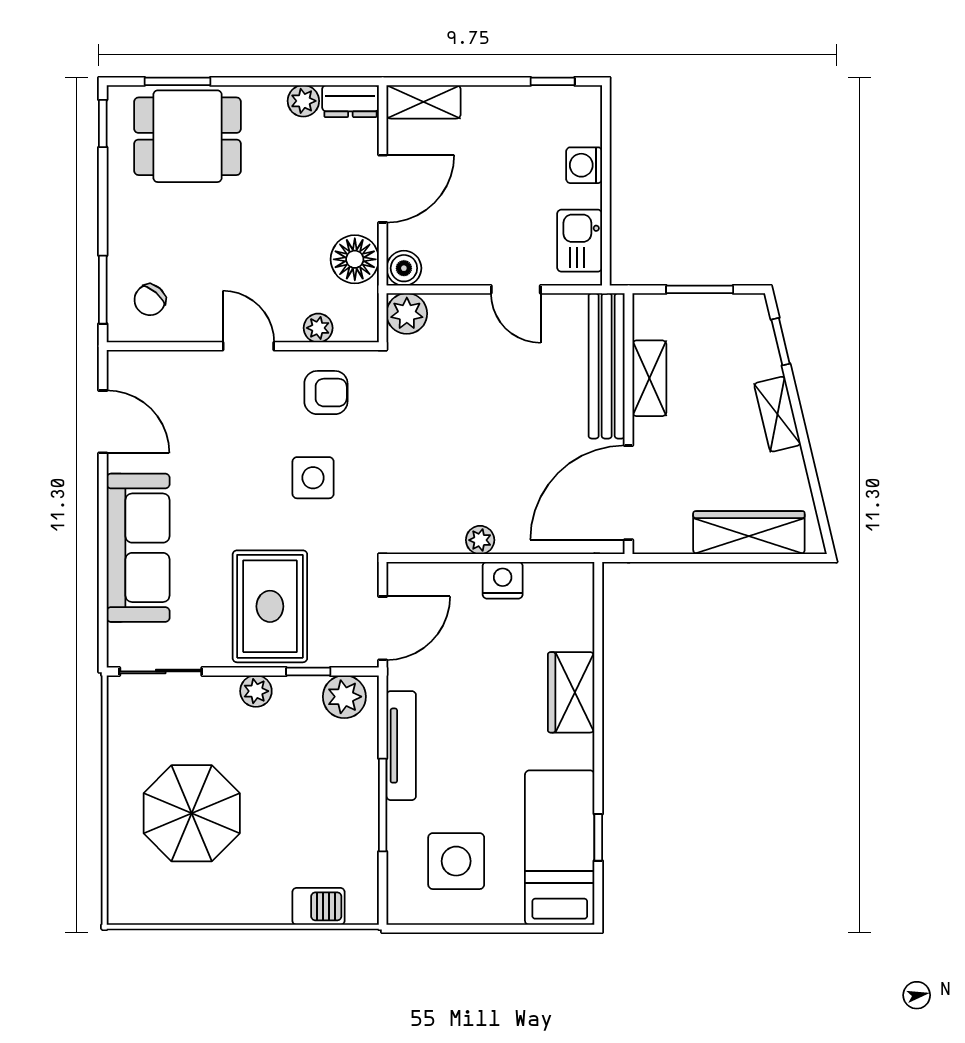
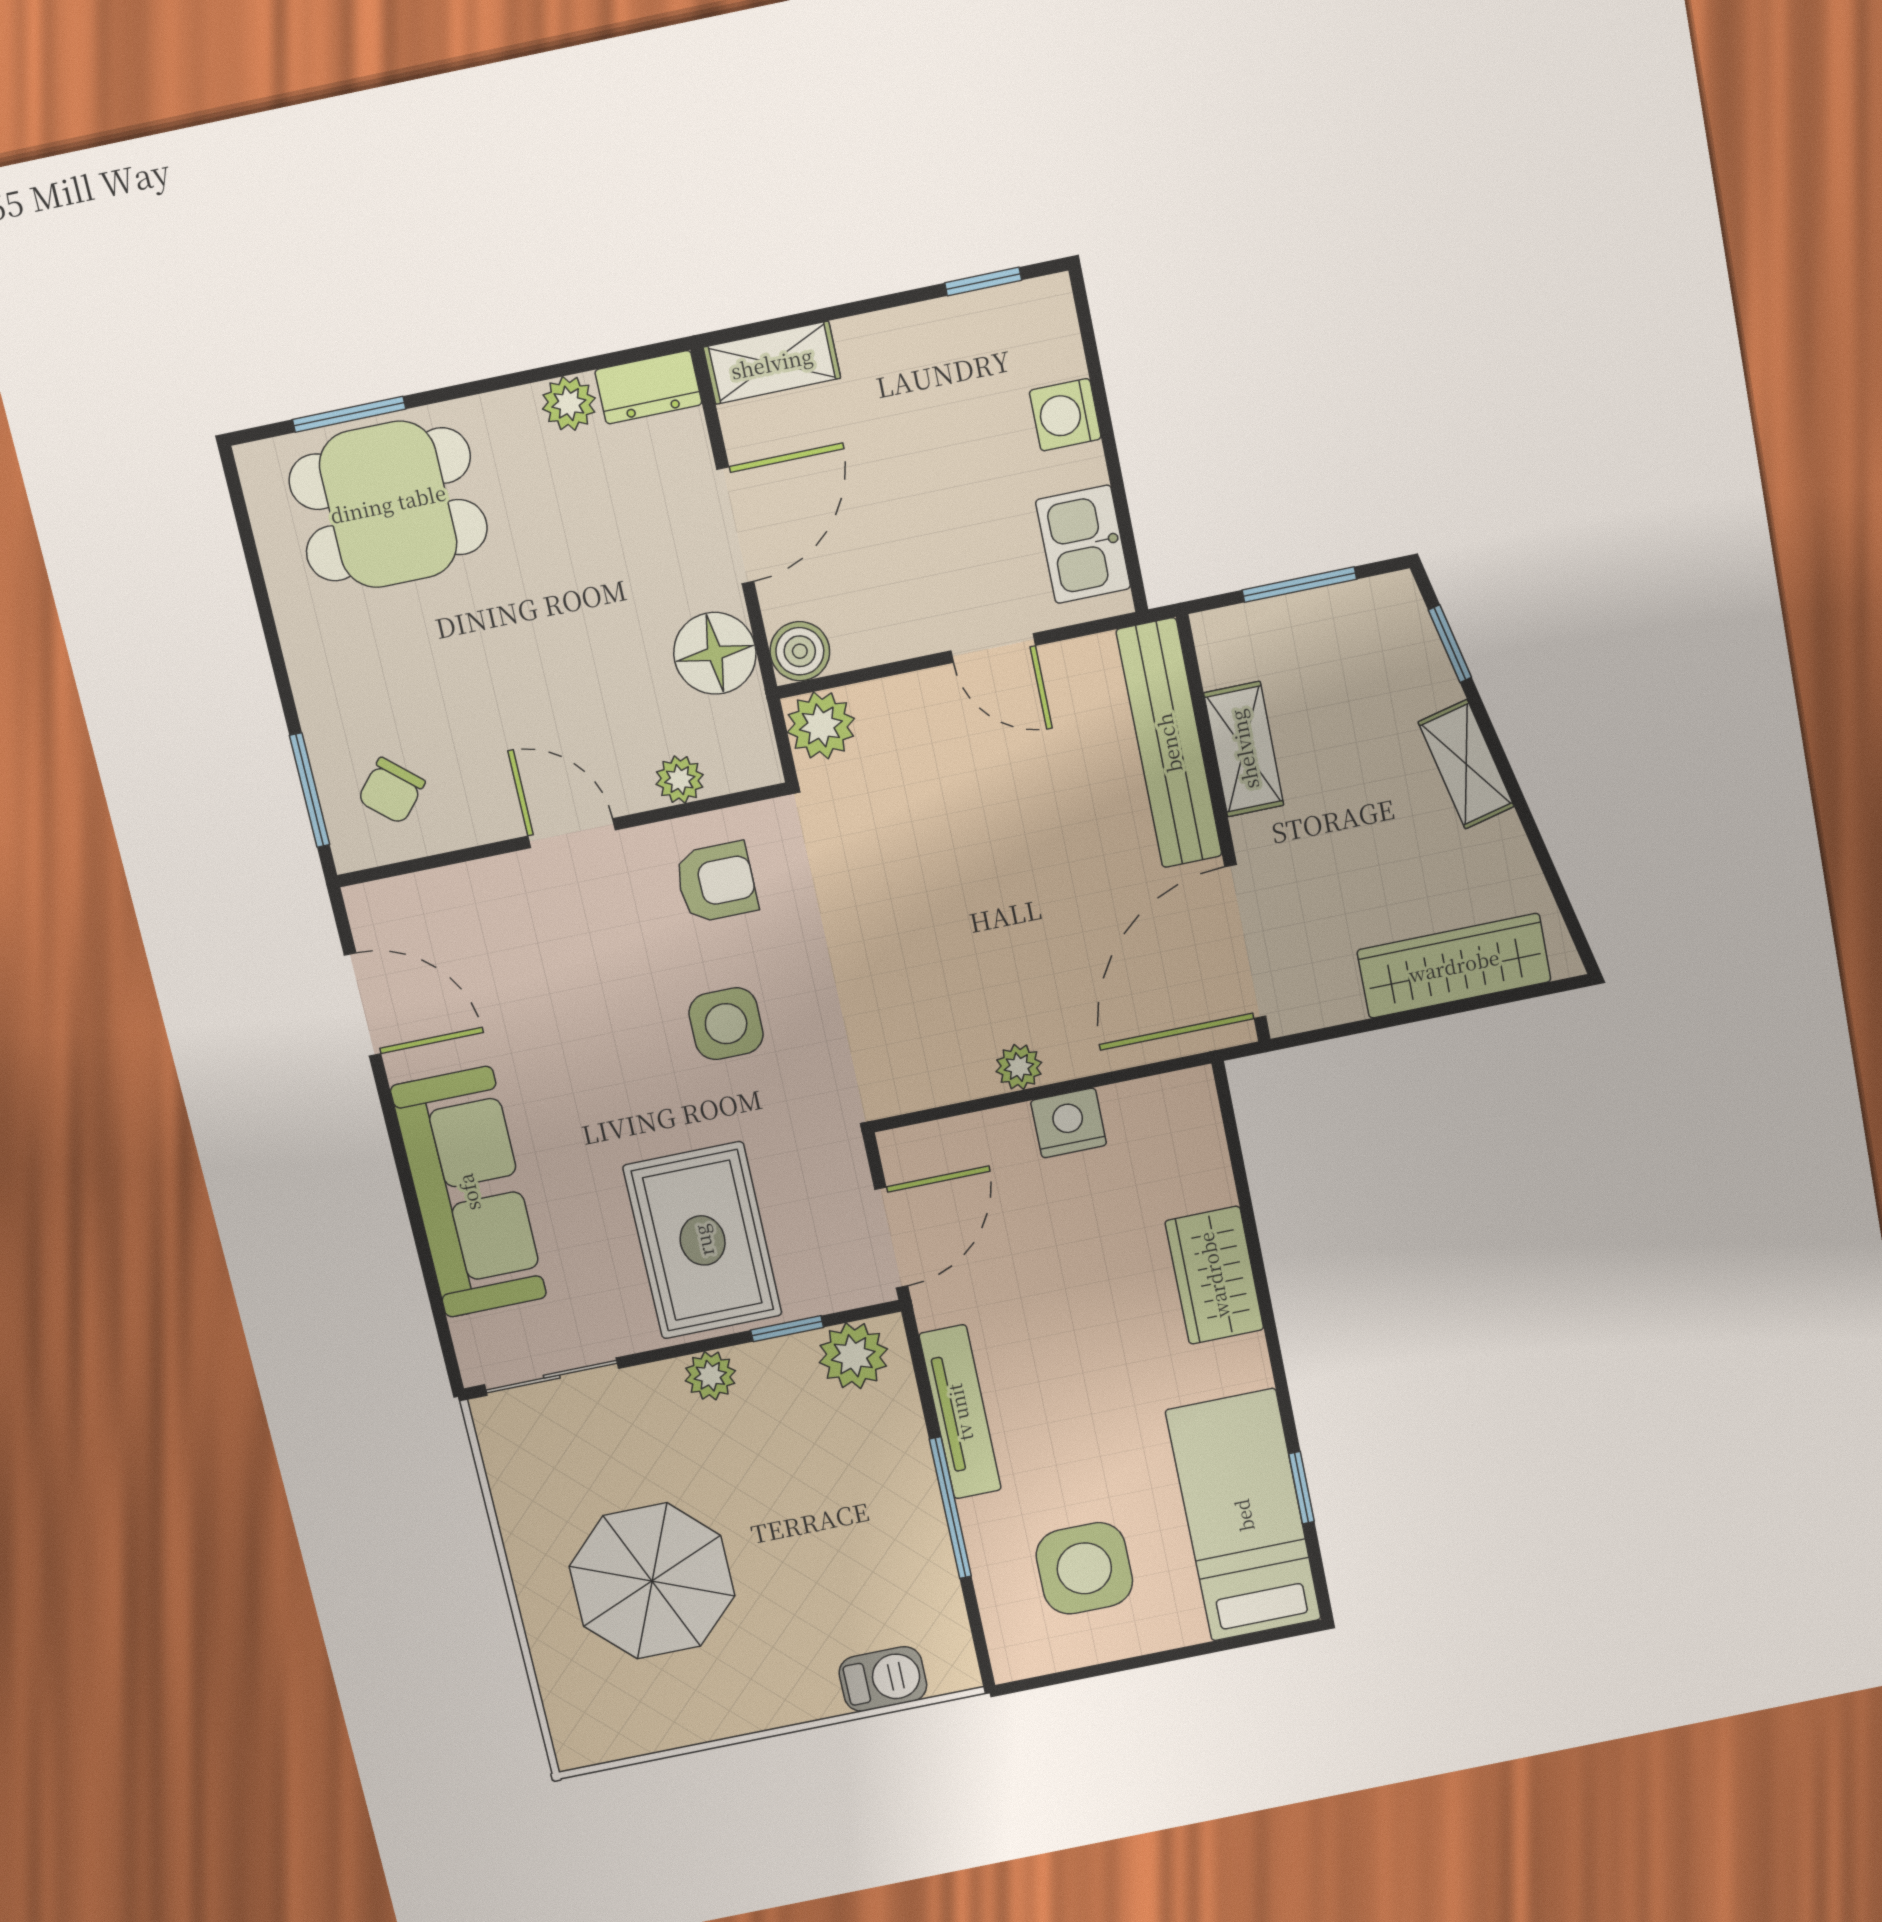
window: (103, 124) -> (241, 513), removed

